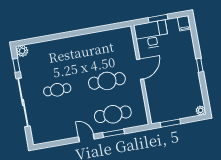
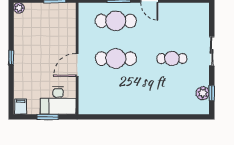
plant: (22, 51) -> (203, 93), moved
sliding door: (23, 102) -> (212, 51), width x0.54

